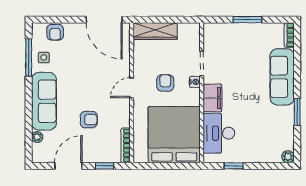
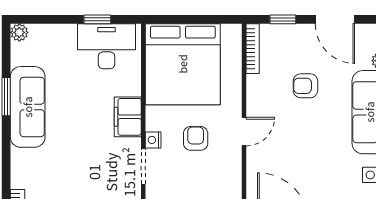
sofa: (282, 77) -> (28, 107), moved
armchair: (165, 83) -> (196, 138), turned 180
desk: (219, 133) -> (106, 46), moved, turned -90
door: (68, 166) -> (335, 19), hinge flipped

